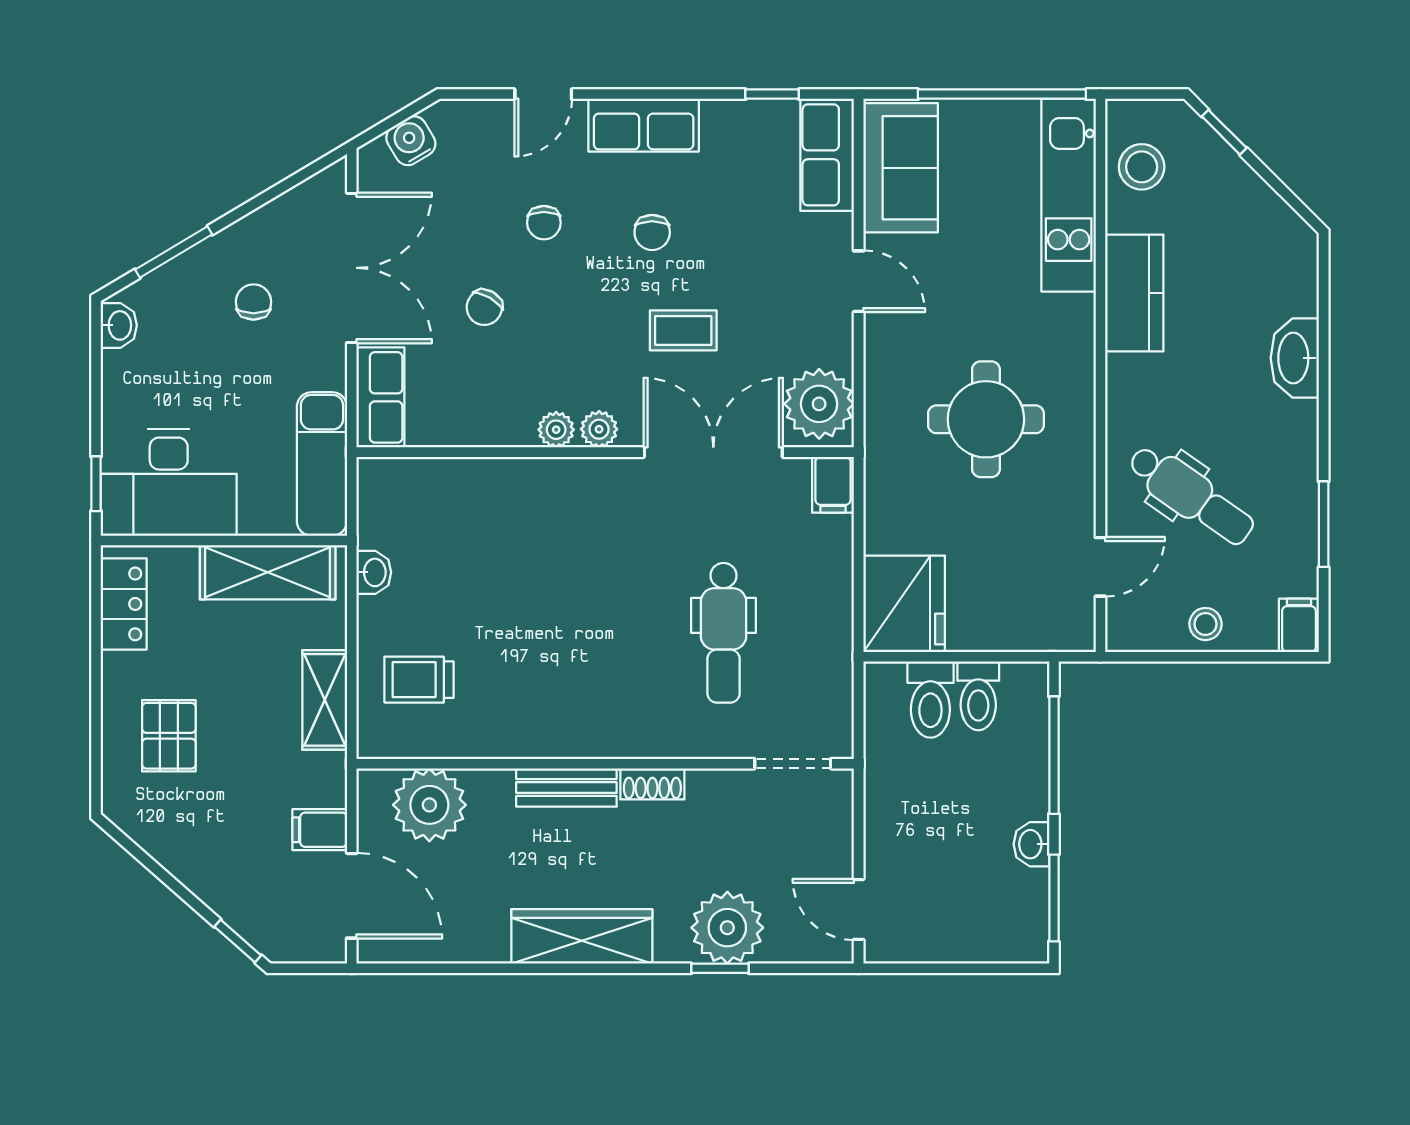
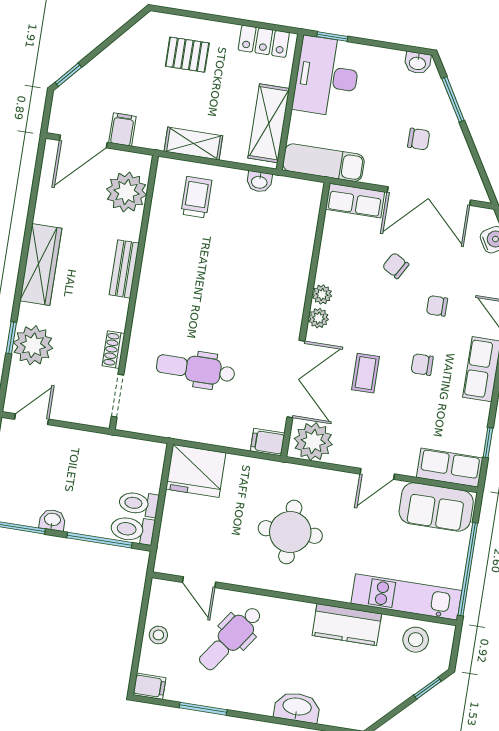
toilet: (930, 700) -> (132, 530), moved
shoe rack: (652, 784) -> (113, 350), moved

